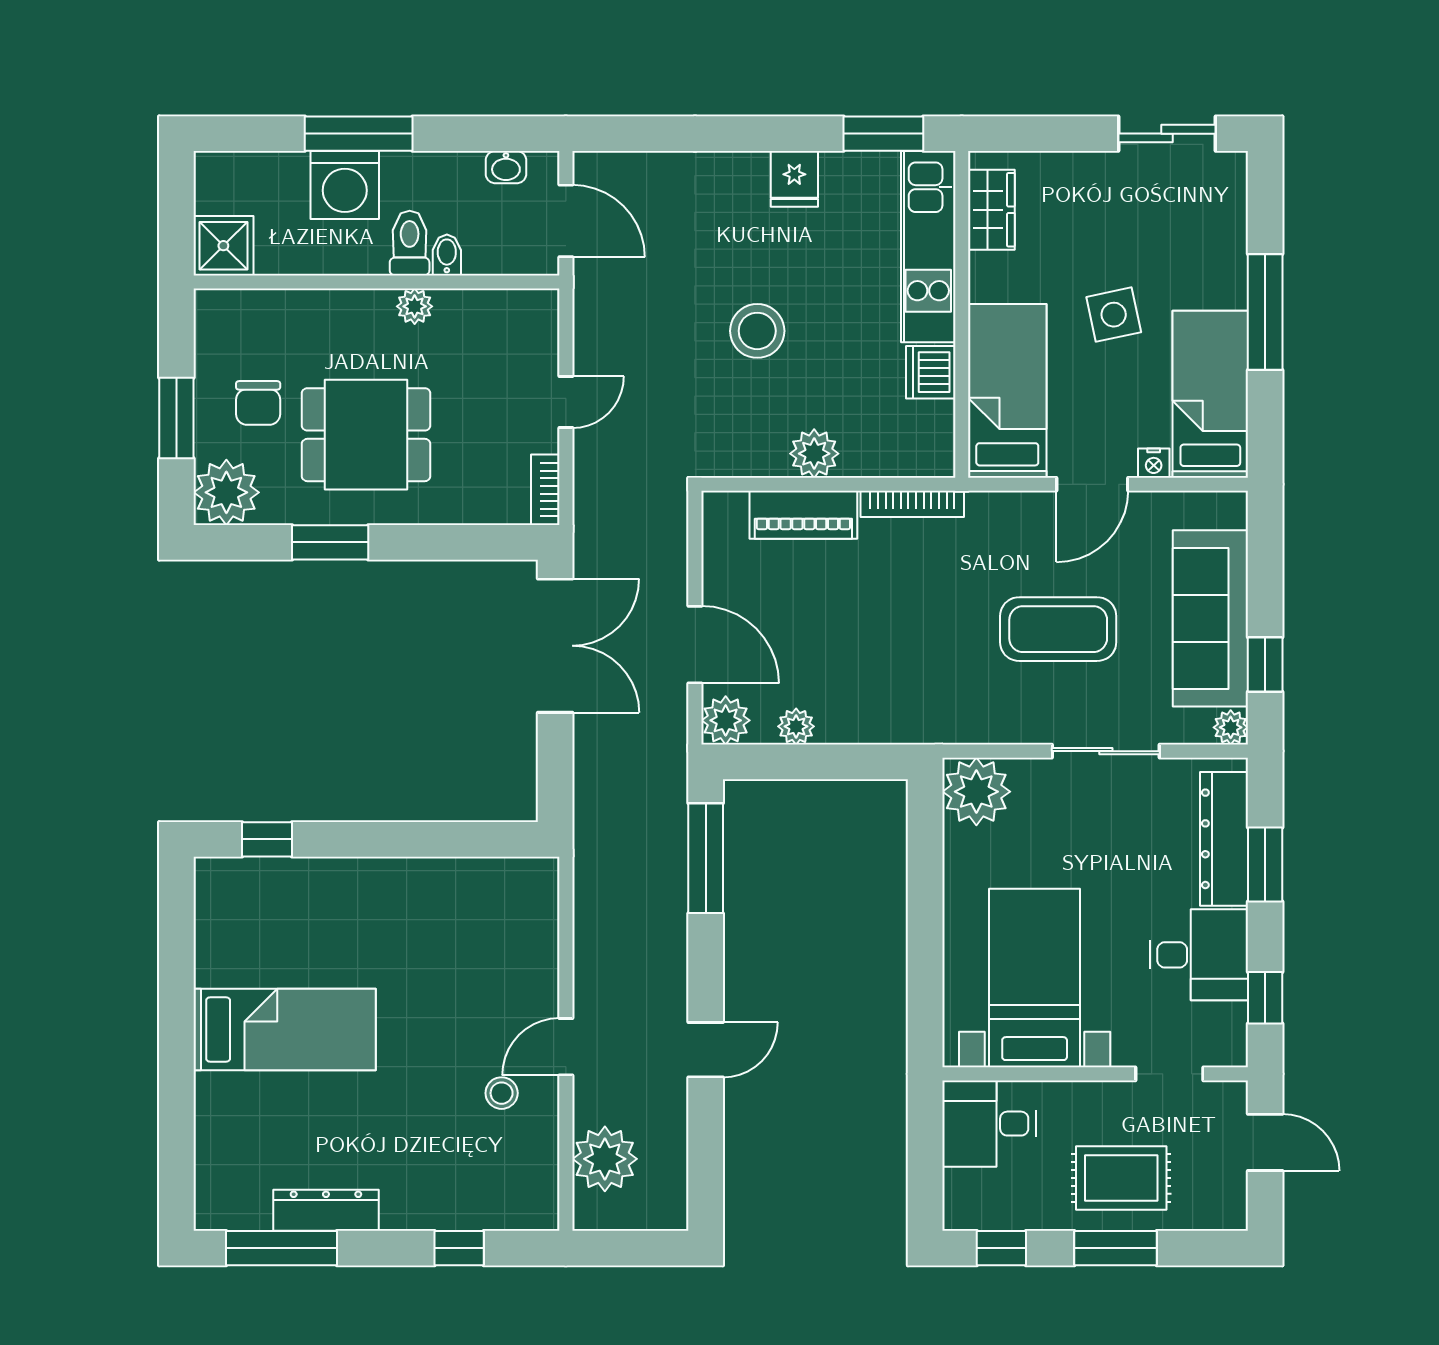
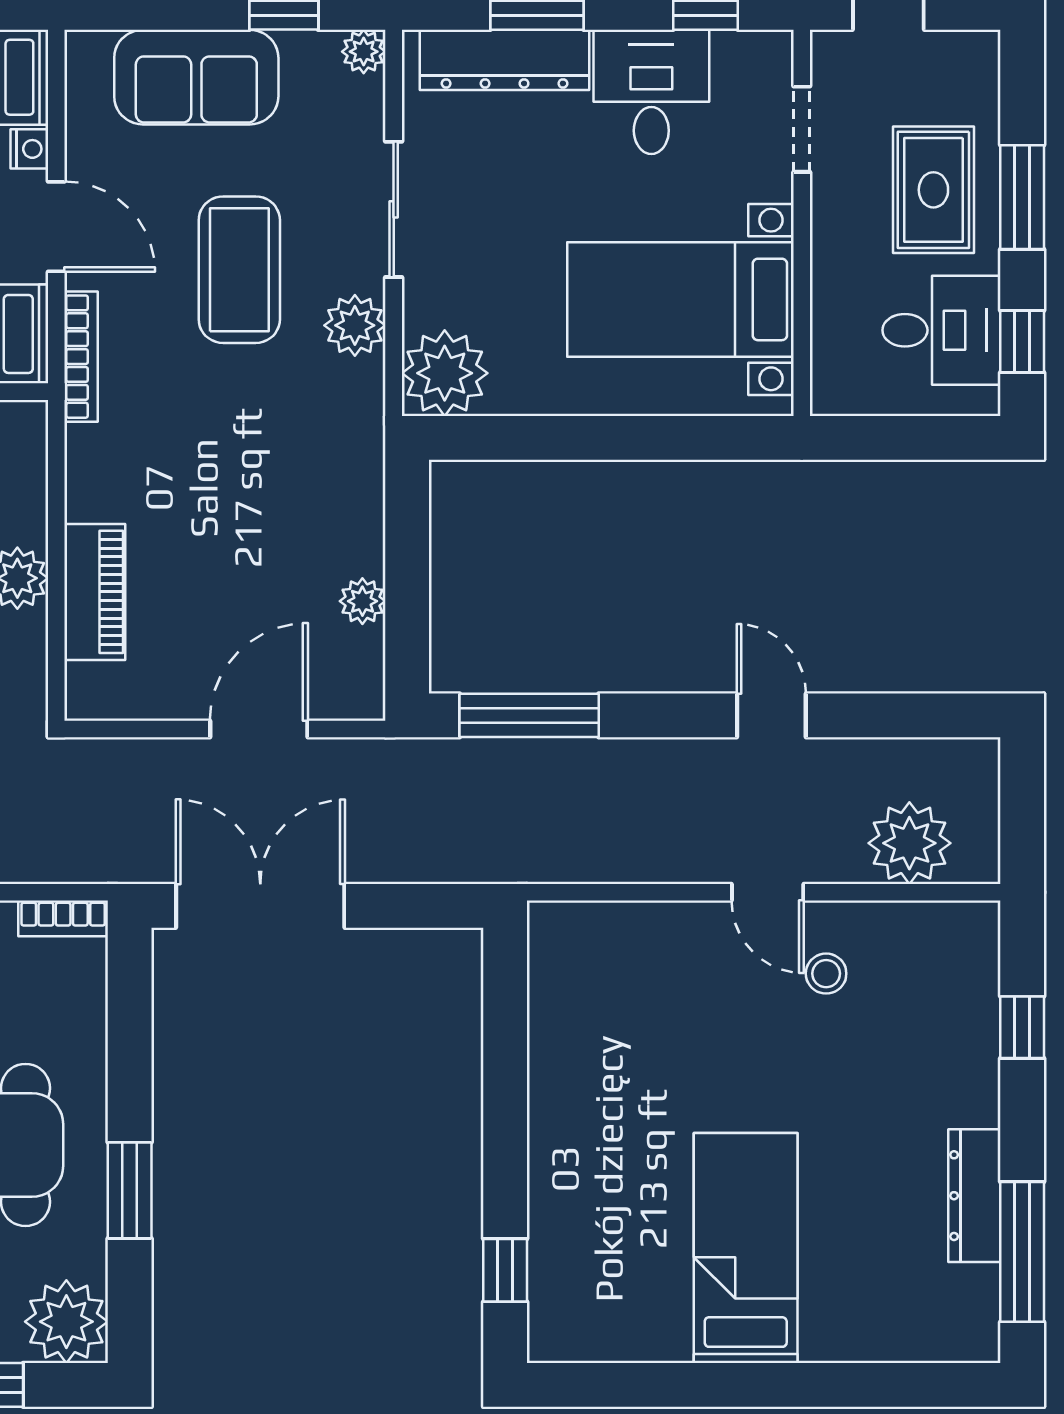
bookcase: (912, 504) -> (81, 357), moved
sofa: (1210, 618) -> (196, 77), width x0.73
plant: (726, 720) -> (355, 325), moved
desk: (989, 1124) -> (941, 330), moved, turned -90

